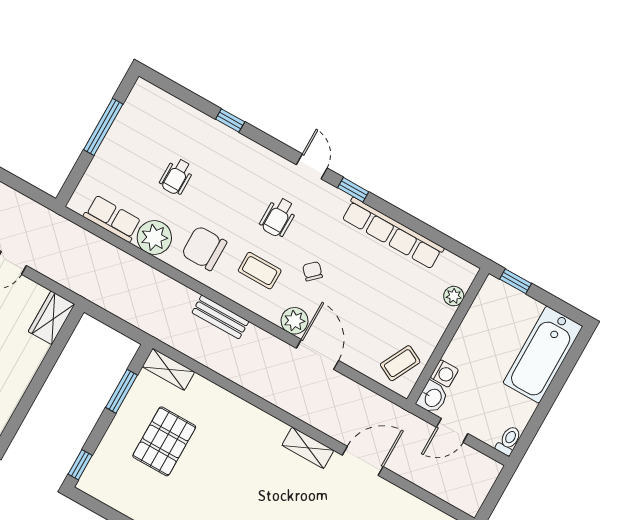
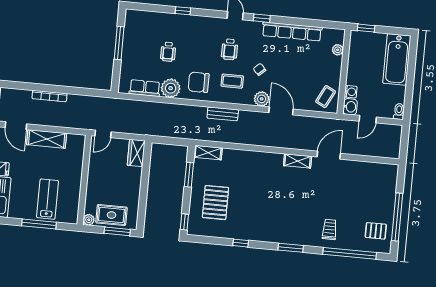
pallet: (164, 441) -> (215, 203), moved

